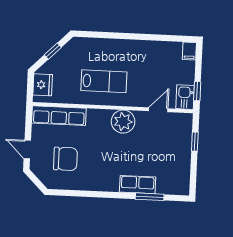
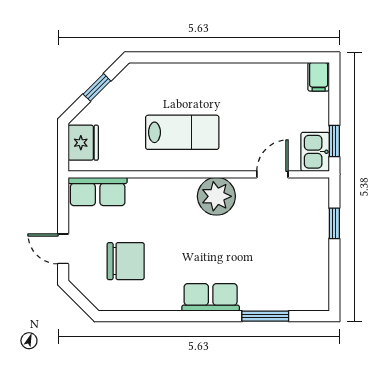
row of seats: (59, 116) -> (98, 191), width x0.68
row of seats: (138, 185) -> (211, 297), moved

